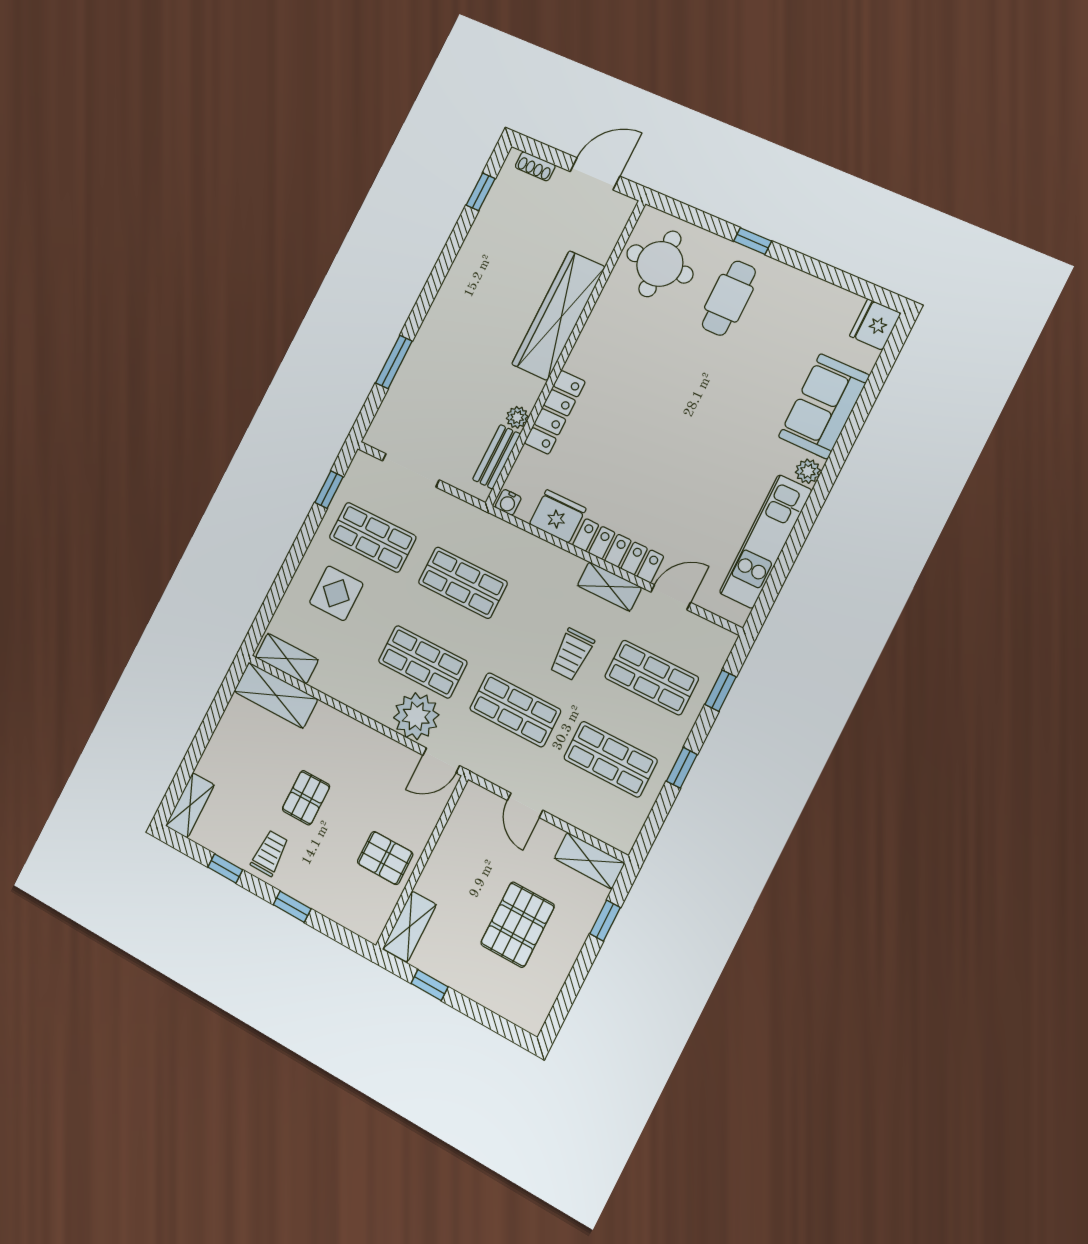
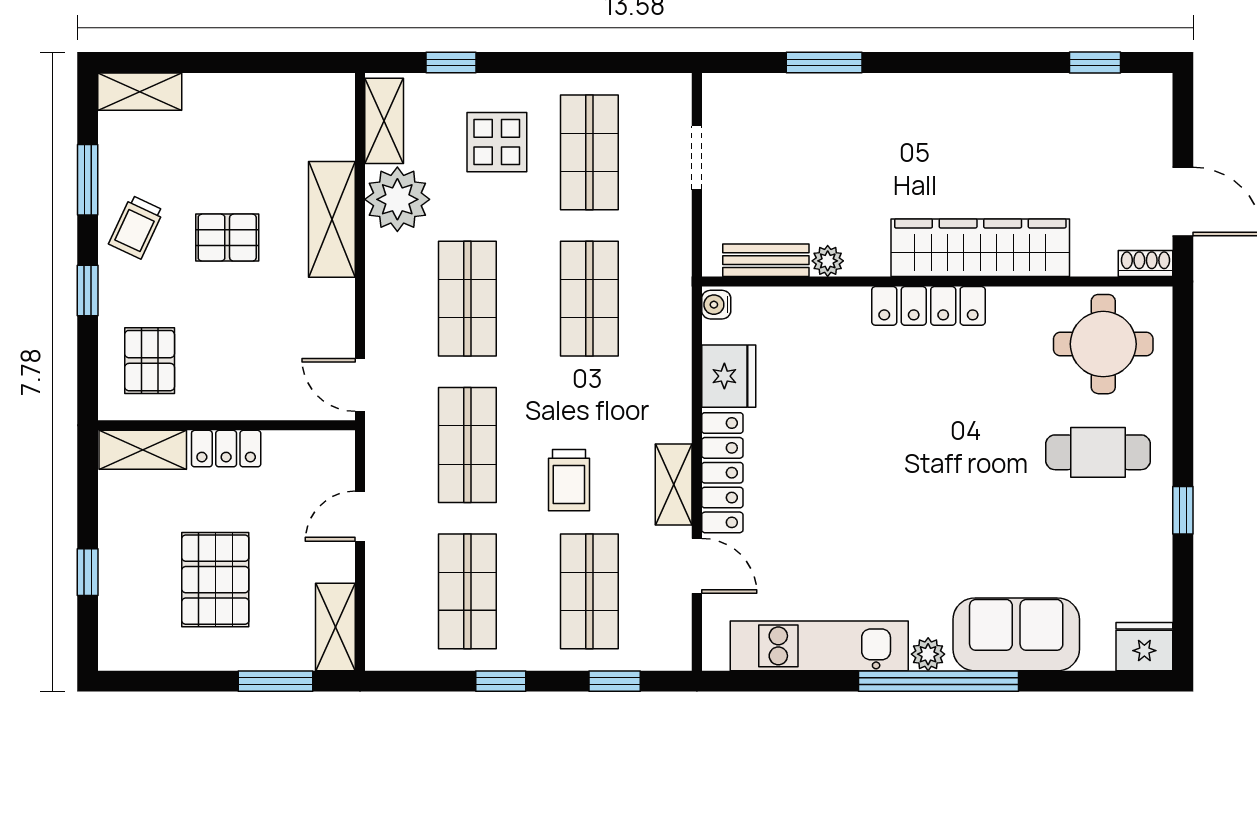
shoe rack: (535, 166) -> (1146, 263), moved, turned 90
window: (753, 241) -> (1183, 510), moved
locker: (555, 412) -> (928, 306), moved
doorway: (411, 470) -> (697, 158), width x0.73
window: (830, 473) -> (939, 681), added
window: (329, 490) -> (451, 63), moved
trolley: (572, 654) -> (569, 480), turned -90
shelving: (276, 695) -> (332, 219), moved
plant: (416, 716) -> (397, 199), moved
trolley: (270, 853) -> (136, 227), turned 115
pallet: (385, 858) -> (150, 361), moved
window: (225, 869) -> (88, 180), width x1.50
locker: (437, 871) -> (226, 449), added
window: (605, 921) -> (276, 681), width x1.50
pallet: (518, 925) -> (215, 580), turned 90
window: (430, 985) -> (88, 572), moved

